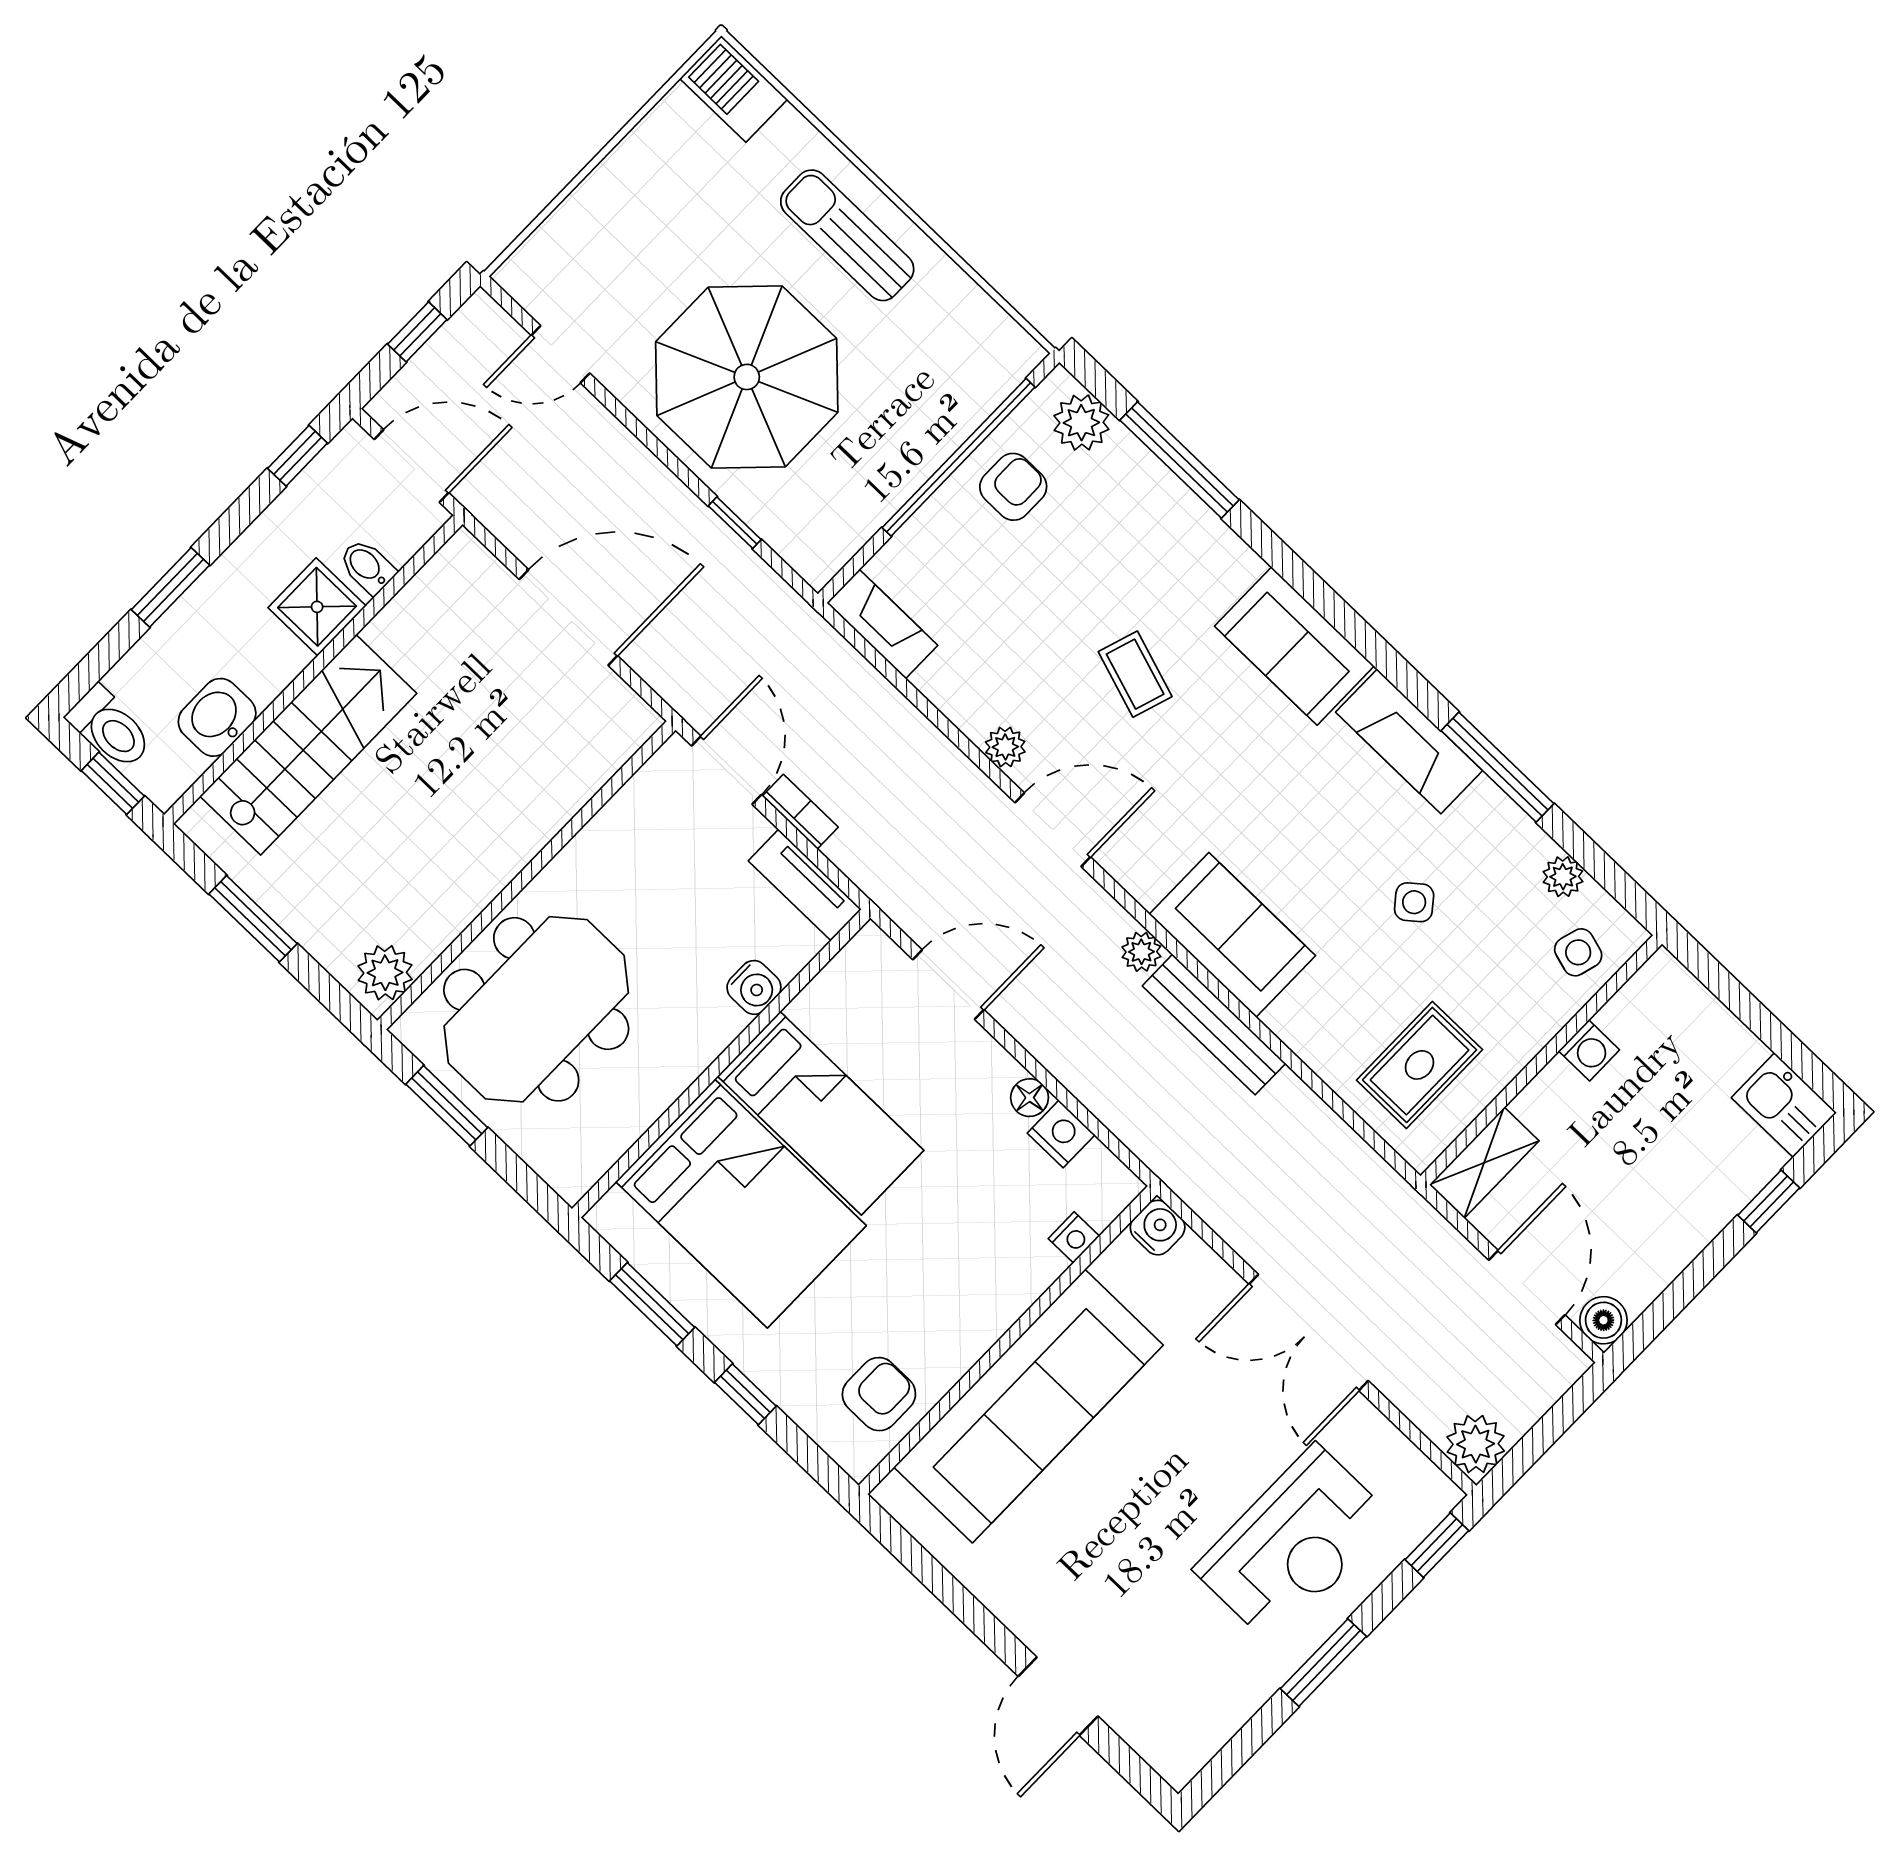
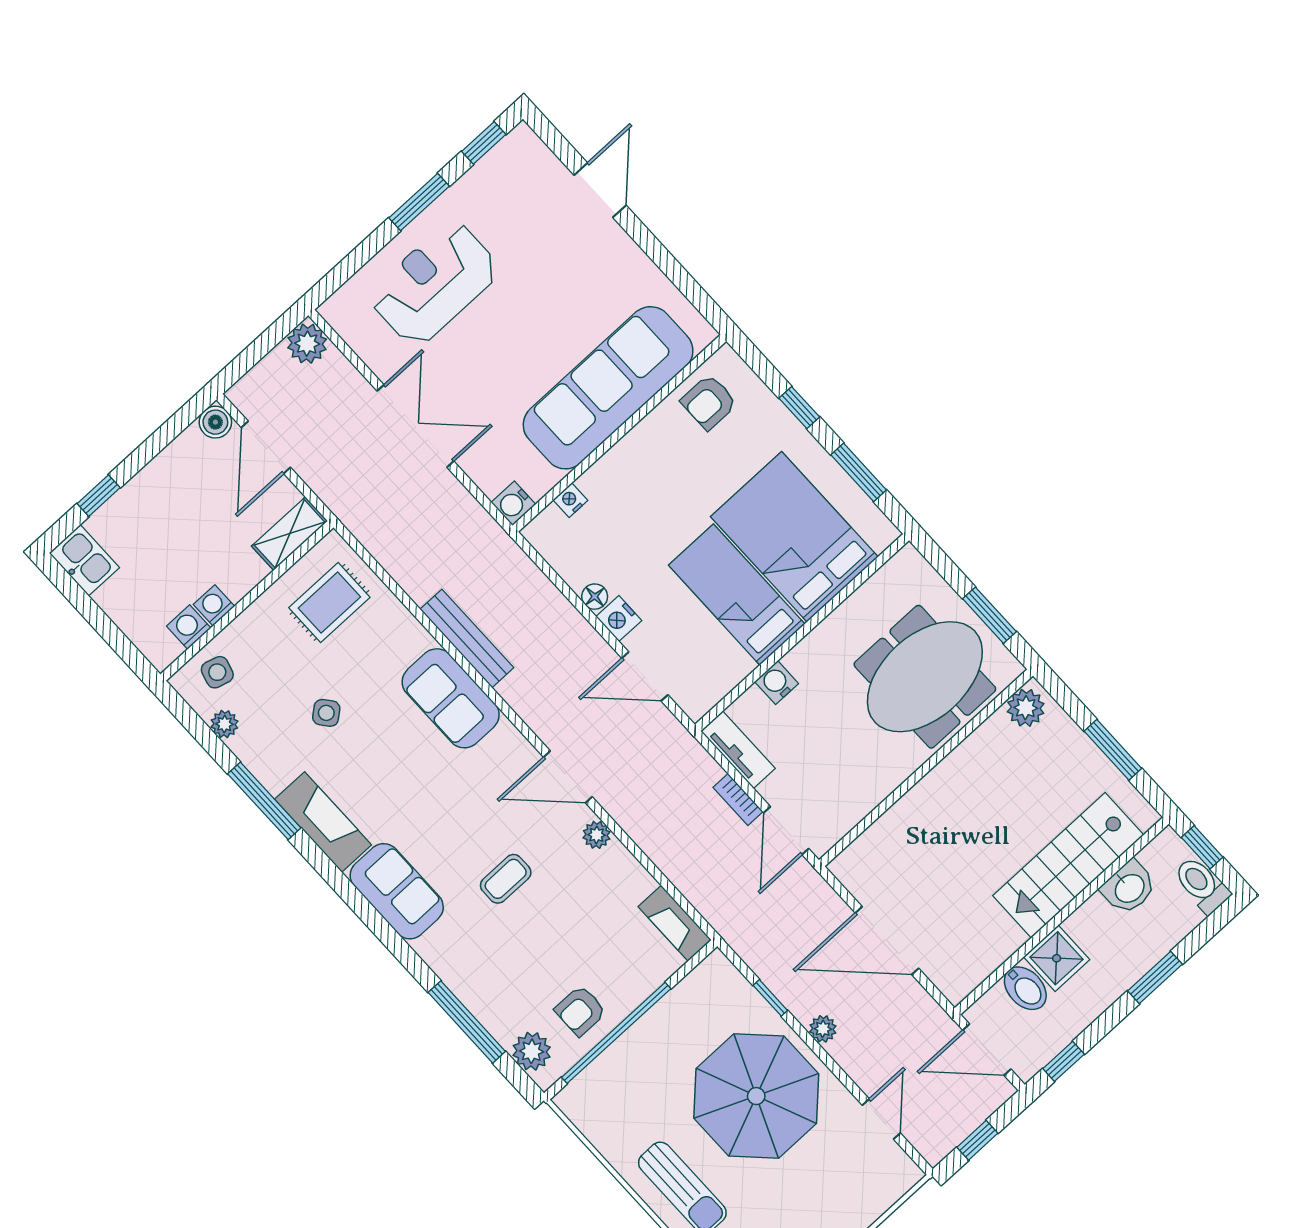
door: (560, 354) -> (881, 1119), hinge flipped
bidet: (367, 567) -> (1025, 988), width x1.38, depth x1.36
coffee table: (1135, 674) -> (506, 879), turned 72
plant: (1141, 952) -> (823, 1029), moved
washing machine: (1624, 1016) -> (189, 627), added
nightstand: (1061, 1134) -> (619, 619), moved
window: (1437, 1545) -> (484, 143), moved

